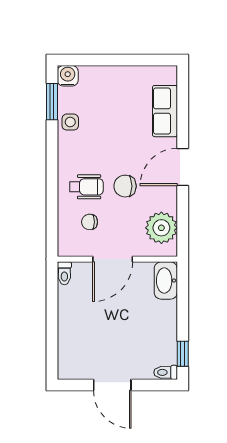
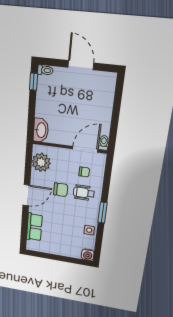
window: (52, 102) -> (103, 213), moved
door: (113, 259) -> (85, 149), moved

